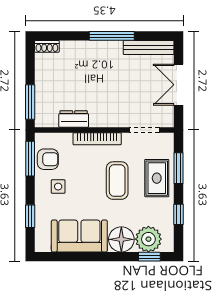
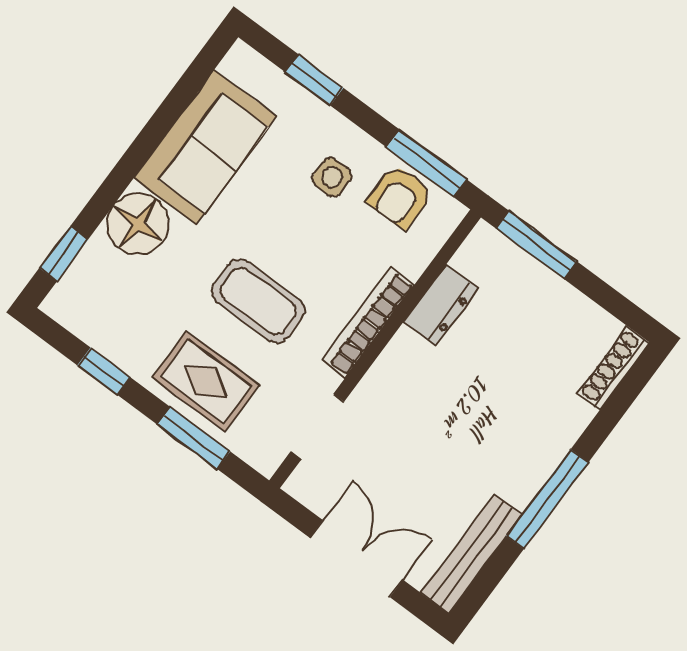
shoe rack: (47, 46) -> (613, 368), width x1.43
plant: (148, 239) -> (99, 277), removed

